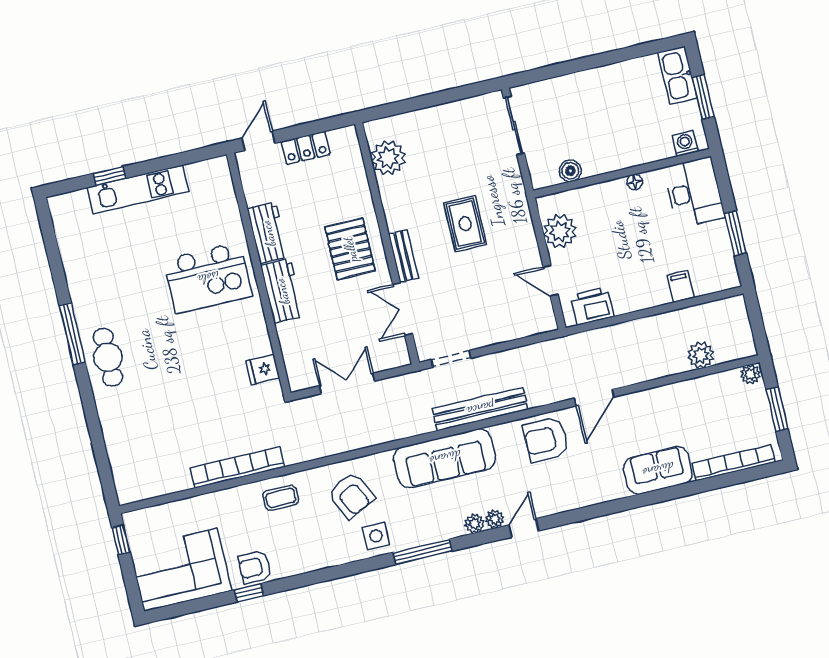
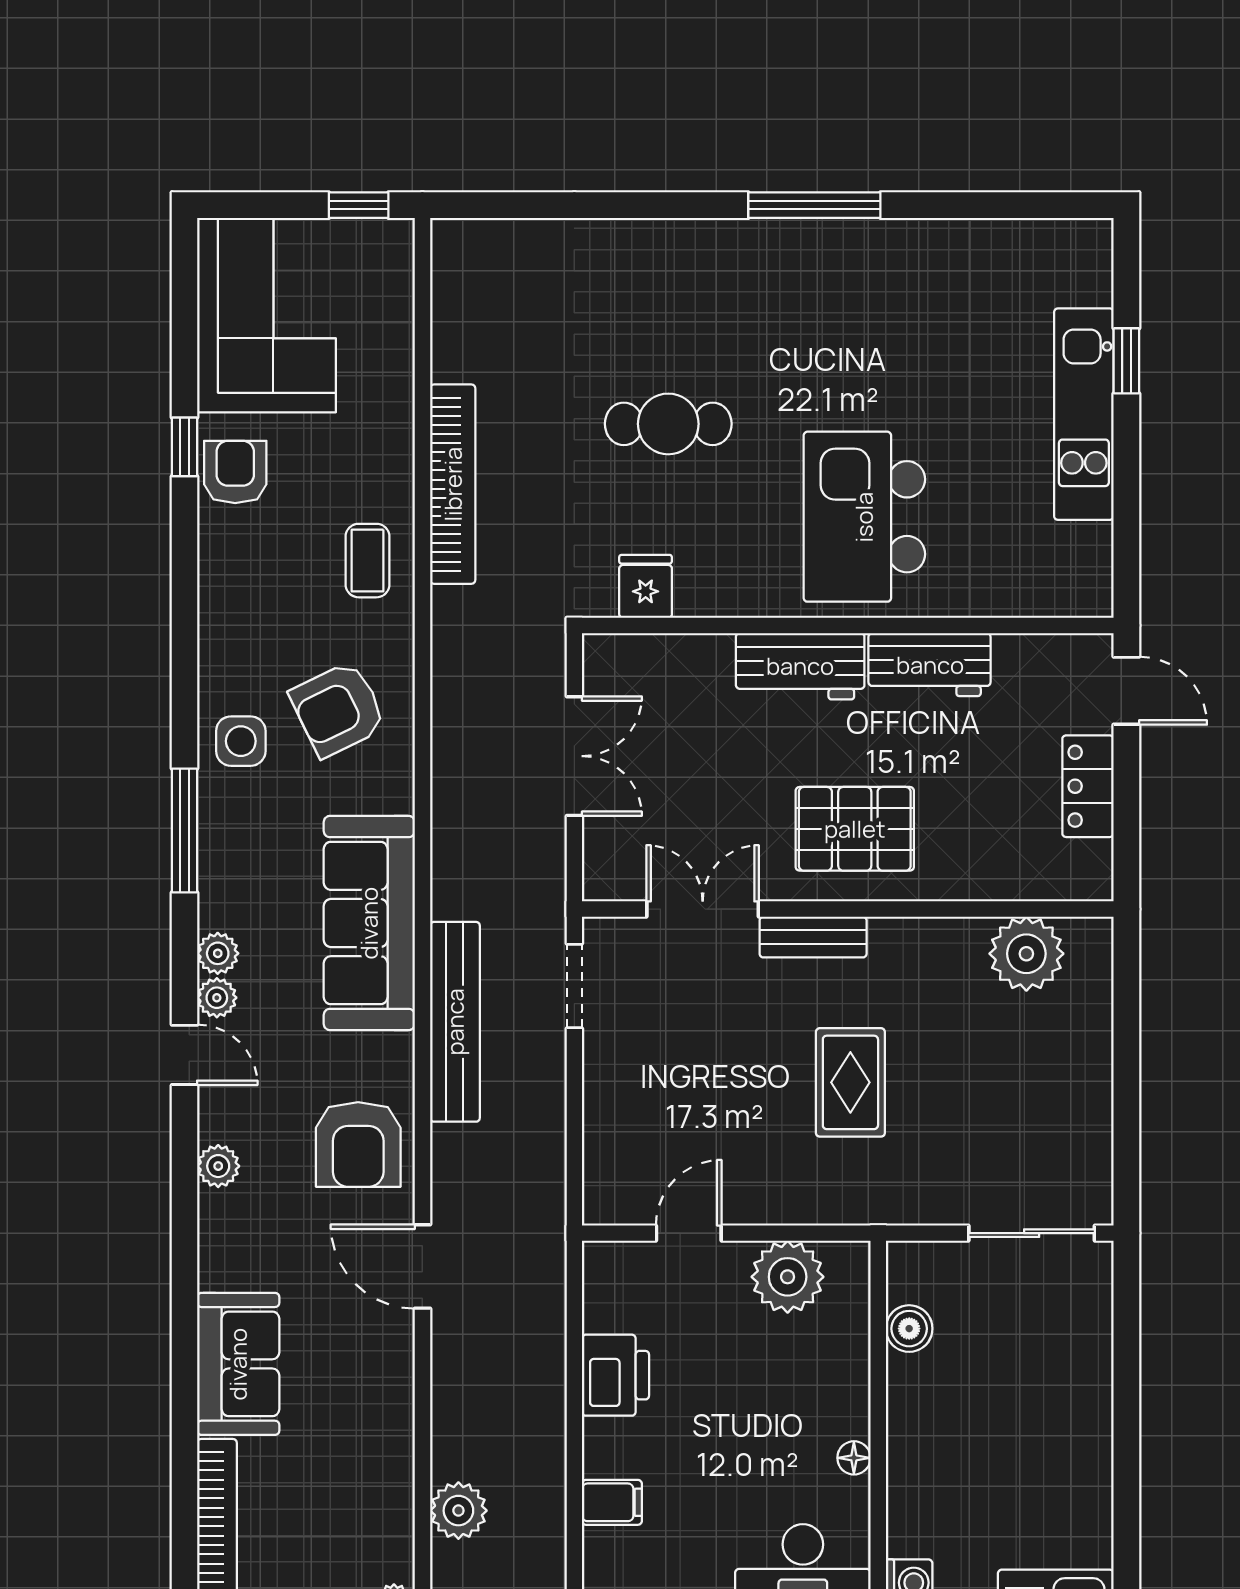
rug: (465, 224) -> (850, 1082), turned 90
printer: (592, 306) -> (615, 1375), moved
cafe table: (108, 357) -> (668, 424), moved
armchair: (546, 440) -> (358, 1144), turned 180
plant: (571, 501) -> (218, 1166), added

